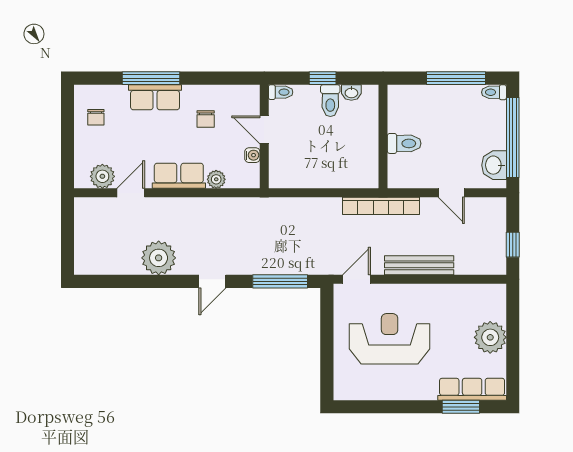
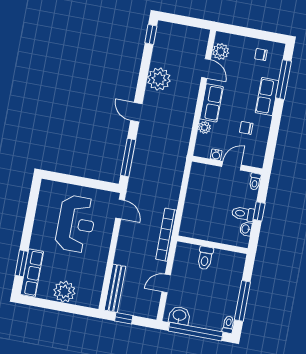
window: (151, 78) -> (283, 80), moved
bench: (419, 265) -> (115, 288), moved
window: (96, 281) -> (151, 34), added

